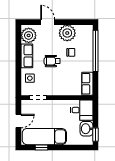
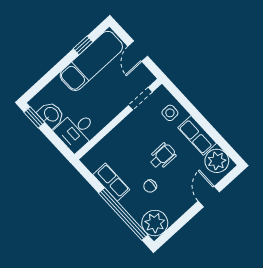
door: (48, 22) -> (209, 197), swing flipped
plant: (67, 33) -> (155, 223), moved
row of seats: (87, 84) -> (111, 182), moved

